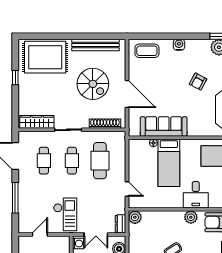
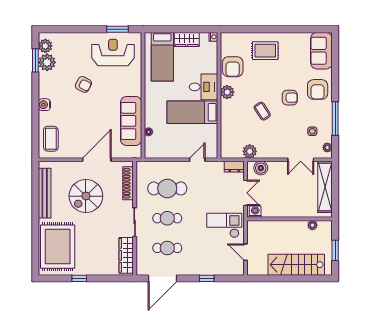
spiral stairs: (93, 84) -> (86, 196), turned 180
bed: (169, 163) -> (192, 112), moved, turned 180
window: (15, 198) -> (207, 278), width x0.46
plant: (135, 217) -> (250, 151), moved

